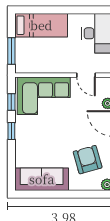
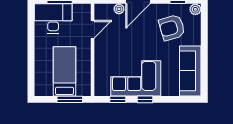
bed: (41, 25) -> (64, 71), moved
corner sofa: (44, 96) -> (136, 78), moved, turned -90

